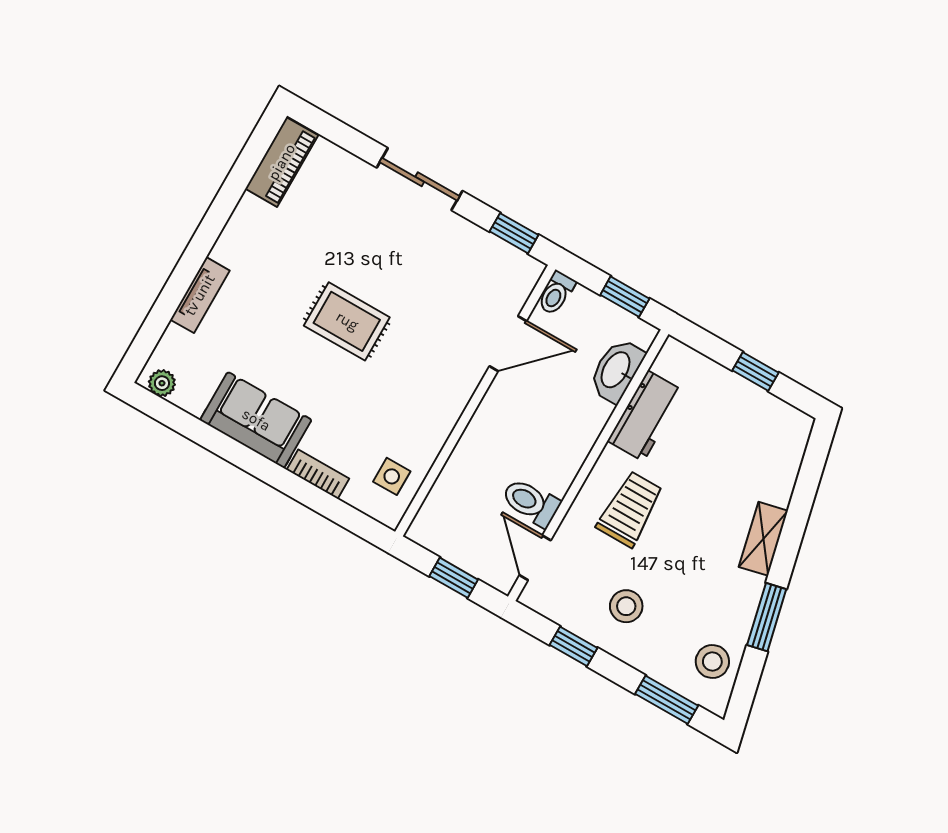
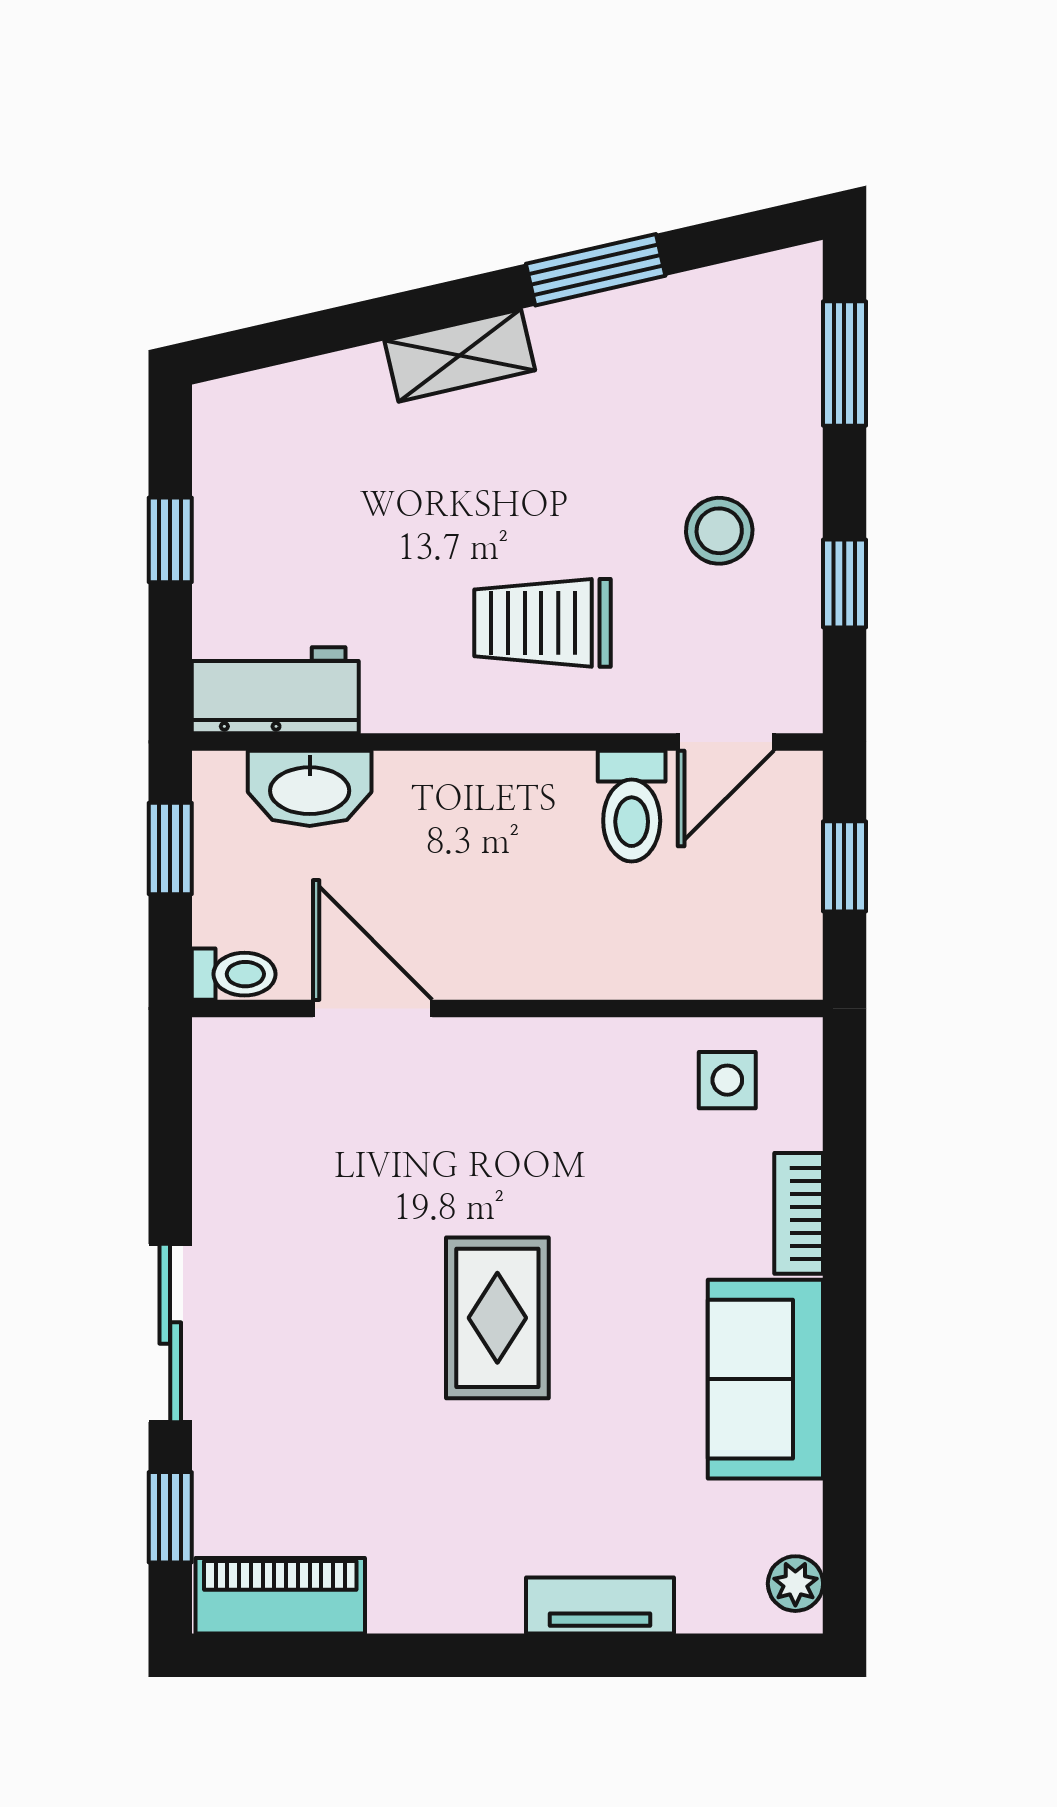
window: (514, 233) -> (170, 1517), moved
workbench: (646, 416) -> (275, 690), moved
stool: (712, 661) -> (730, 321), removed

